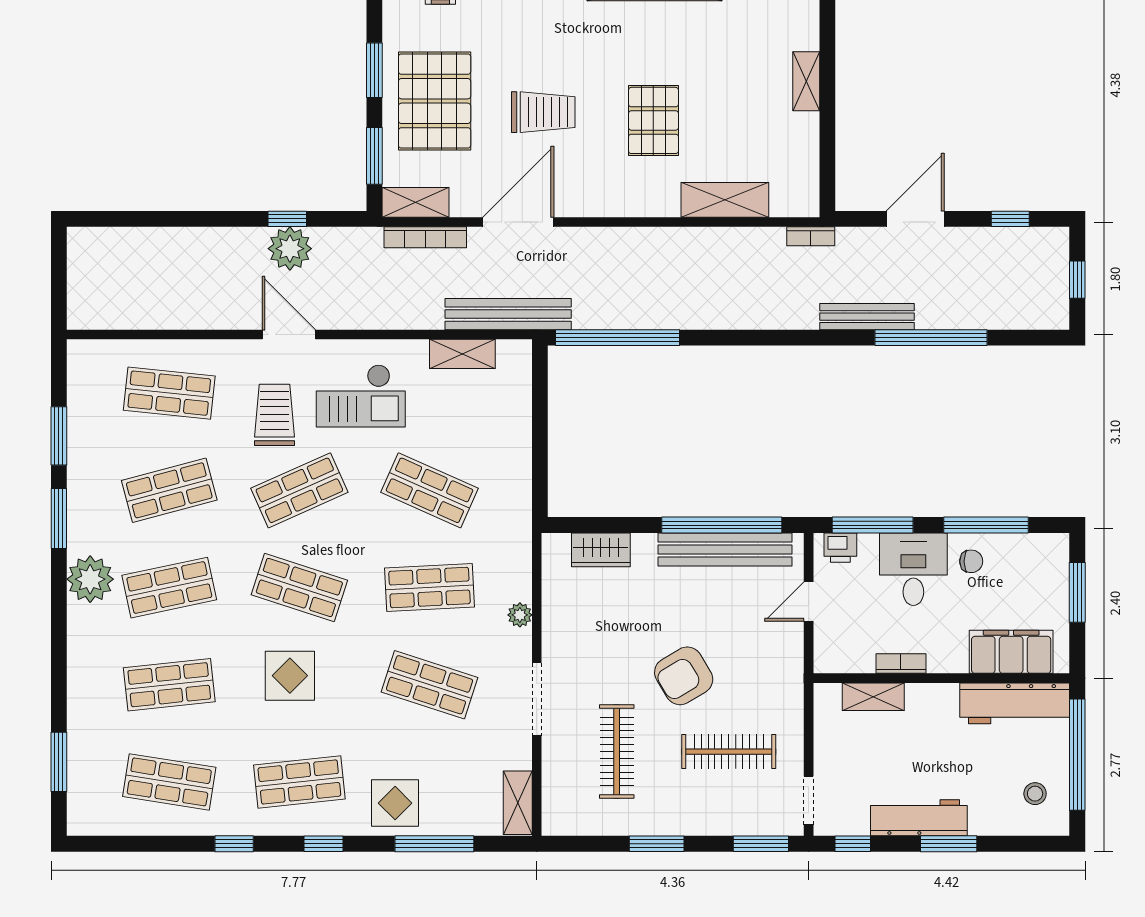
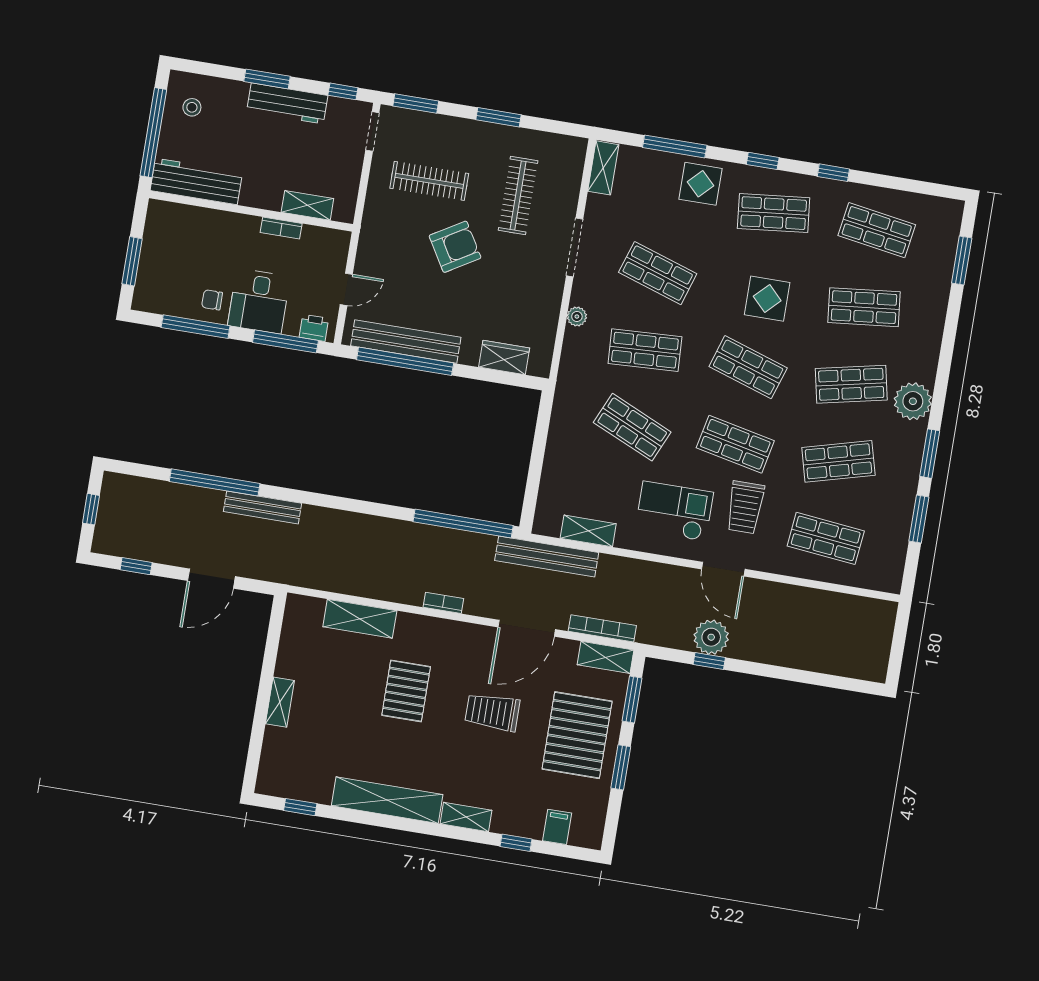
bookcase: (811, 236) -> (443, 603), moved
shop shelf: (299, 490) -> (735, 444), turned 36
filing cabinet: (1011, 652) -> (192, 223), removed

